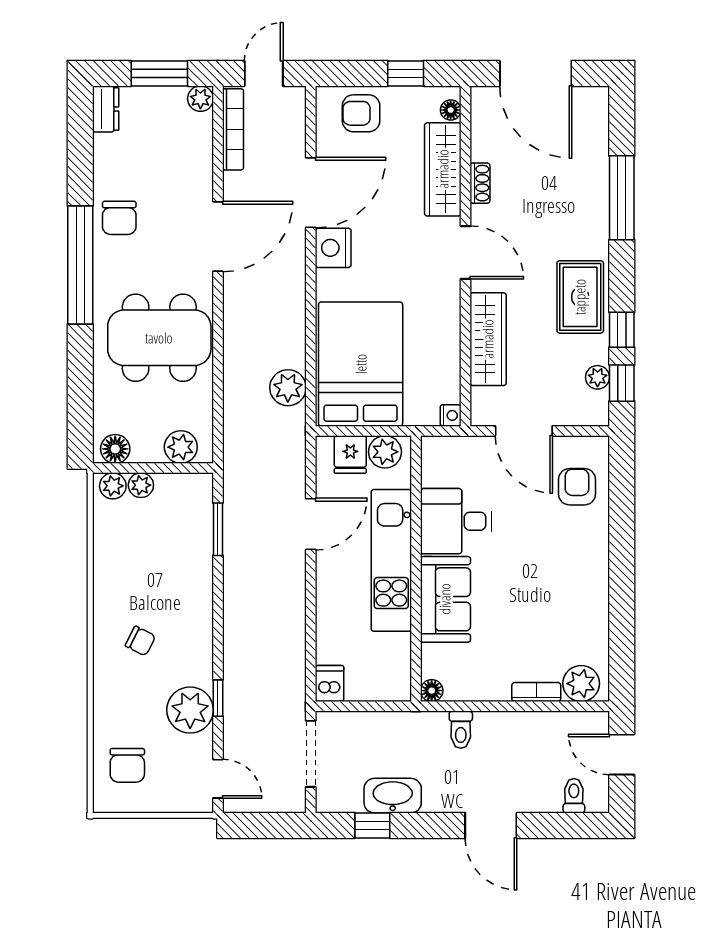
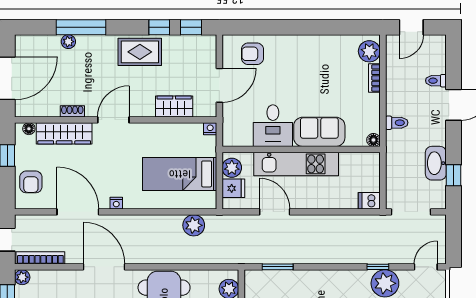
nightstand: (333, 248) -> (116, 203), width x0.53, depth x0.56
wardrobe: (488, 339) -> (174, 107), width x0.67
bed: (361, 364) -> (180, 174), width x0.67
plant: (598, 377) -> (68, 42), moved
toilet: (574, 796) -> (436, 81), moved

